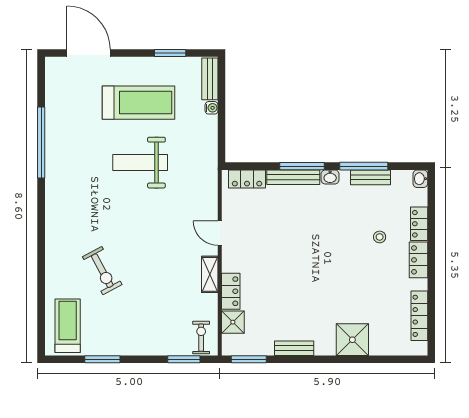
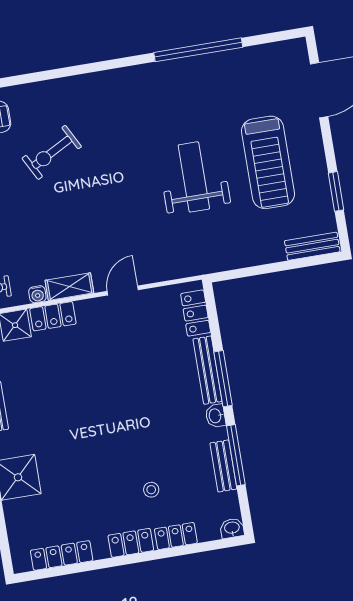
water cooler: (212, 108) -> (37, 294), moved

